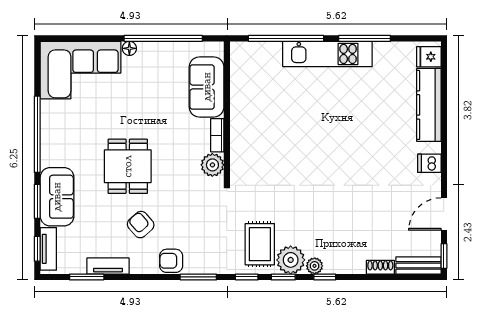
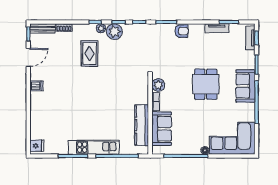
kitchen counter: (429, 105) -> (142, 125), moved, turned 180
sofa: (57, 197) -> (245, 86), moved
armchair: (141, 225) -> (199, 52), removed
rug: (260, 244) -> (89, 54), moved

